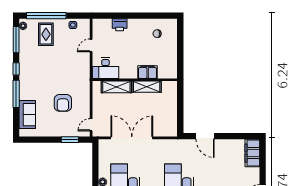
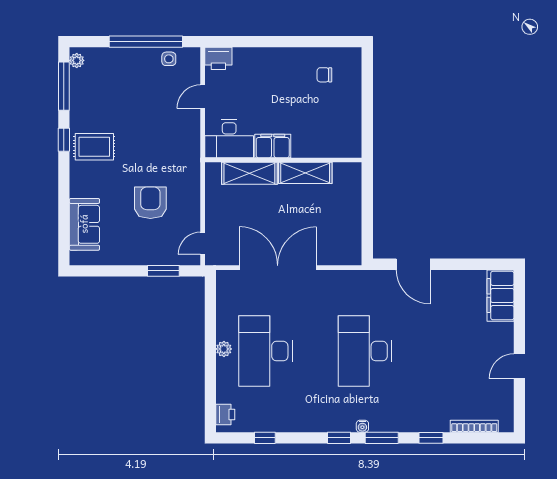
window: (46, 16) -> (146, 42), moved
printer: (120, 25) -> (218, 58), moved
rug: (46, 34) -> (94, 147), moved, turned 90
filing cabinet: (148, 72) -> (273, 146), moved
window: (16, 94) -> (64, 186), removed
armchair: (63, 103) -> (150, 203), turned 180

